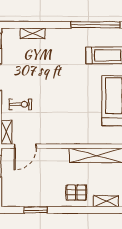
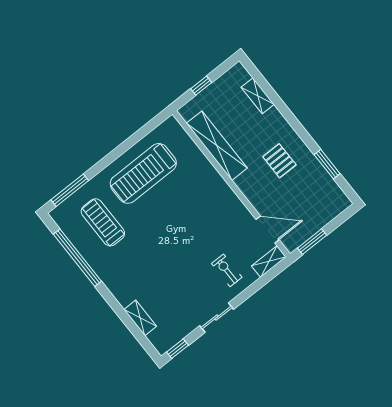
pallet: (76, 193) -> (279, 161), moved

